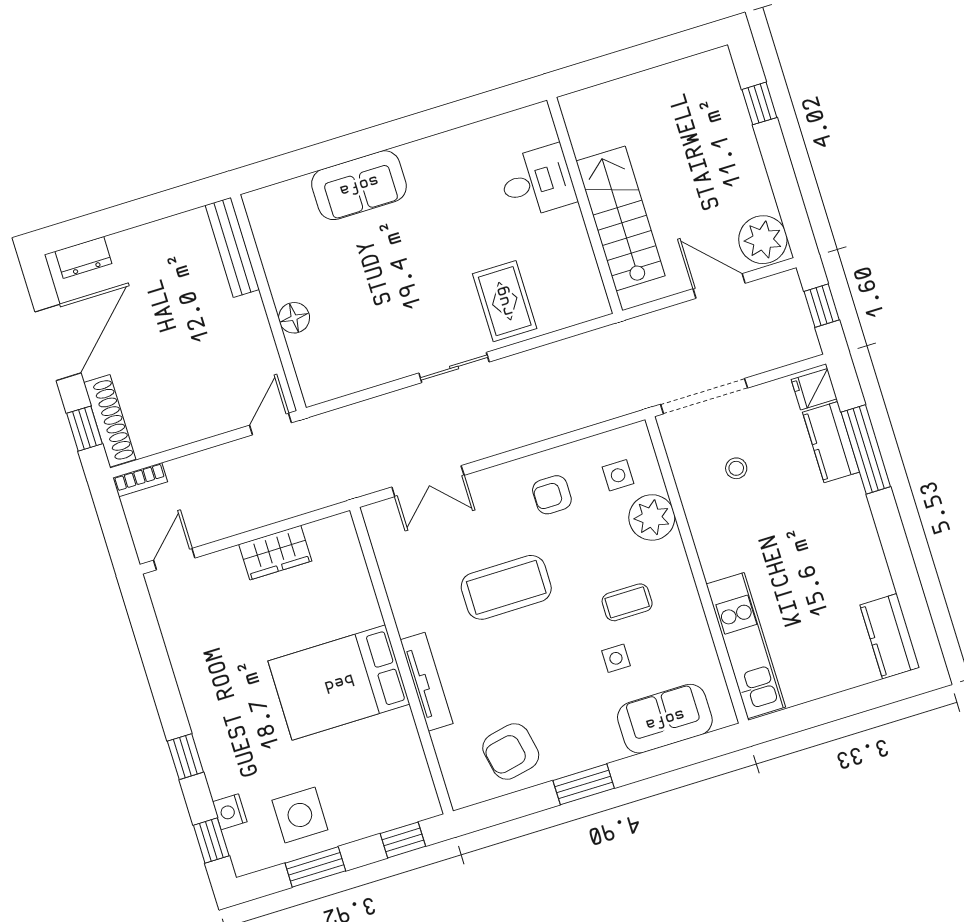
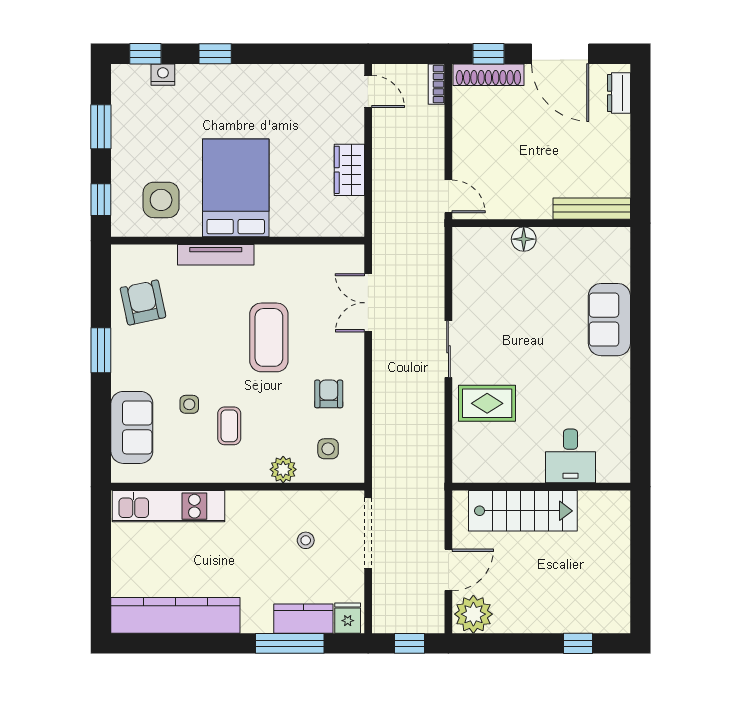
plant: (652, 517) -> (283, 469), width x0.73, depth x0.73
kitchen counter: (890, 636) -> (175, 615), width x2.08, depth x1.17
side table: (300, 815) -> (161, 200), moved

